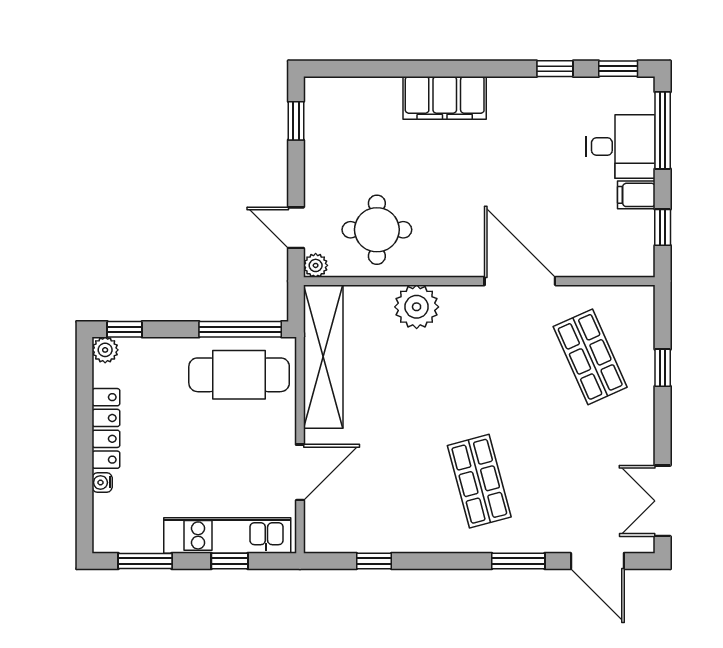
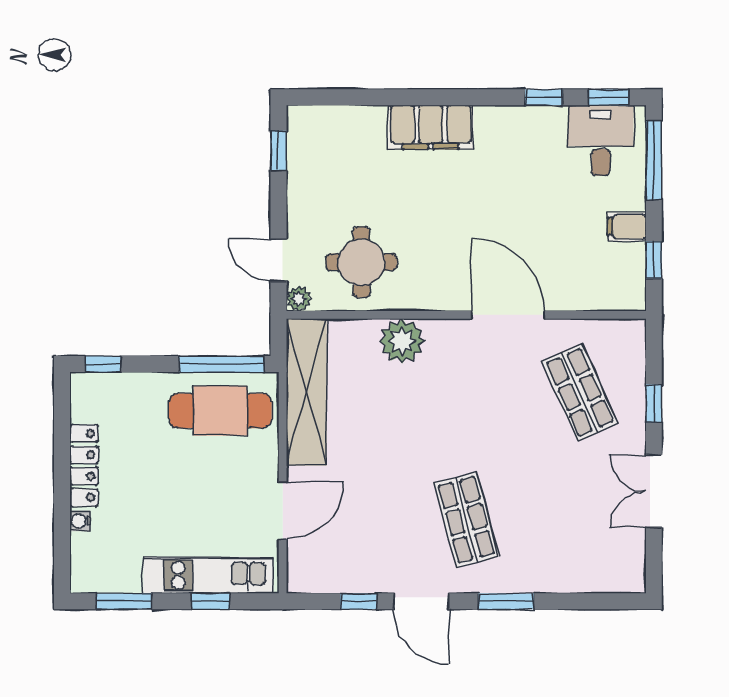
desk: (621, 147) -> (601, 140), moved, turned -90
plant: (105, 350) -> (83, 385), removed
double door: (663, 501) -> (654, 491), moved
door: (597, 561) -> (421, 601), moved

